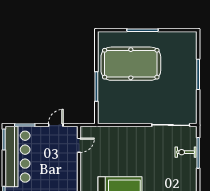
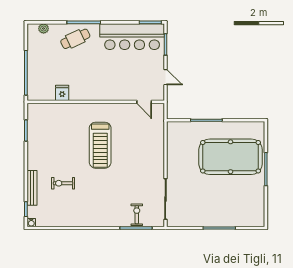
pool table: (131, 64) -> (231, 157), turned 90

